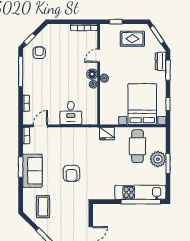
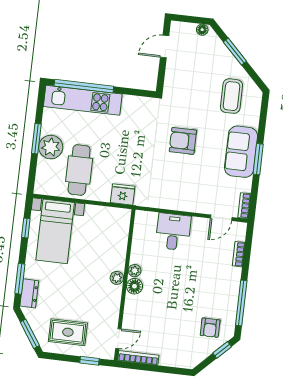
door: (99, 56) -> (118, 339), moved
bed with nightstands: (142, 104) -> (55, 231), width x0.73
armchair: (72, 173) -> (183, 141), turned -90

